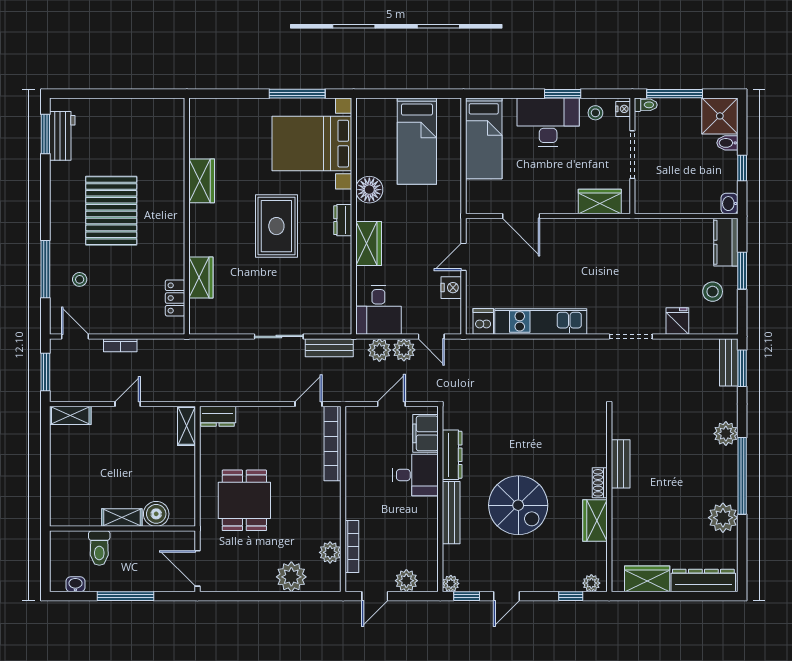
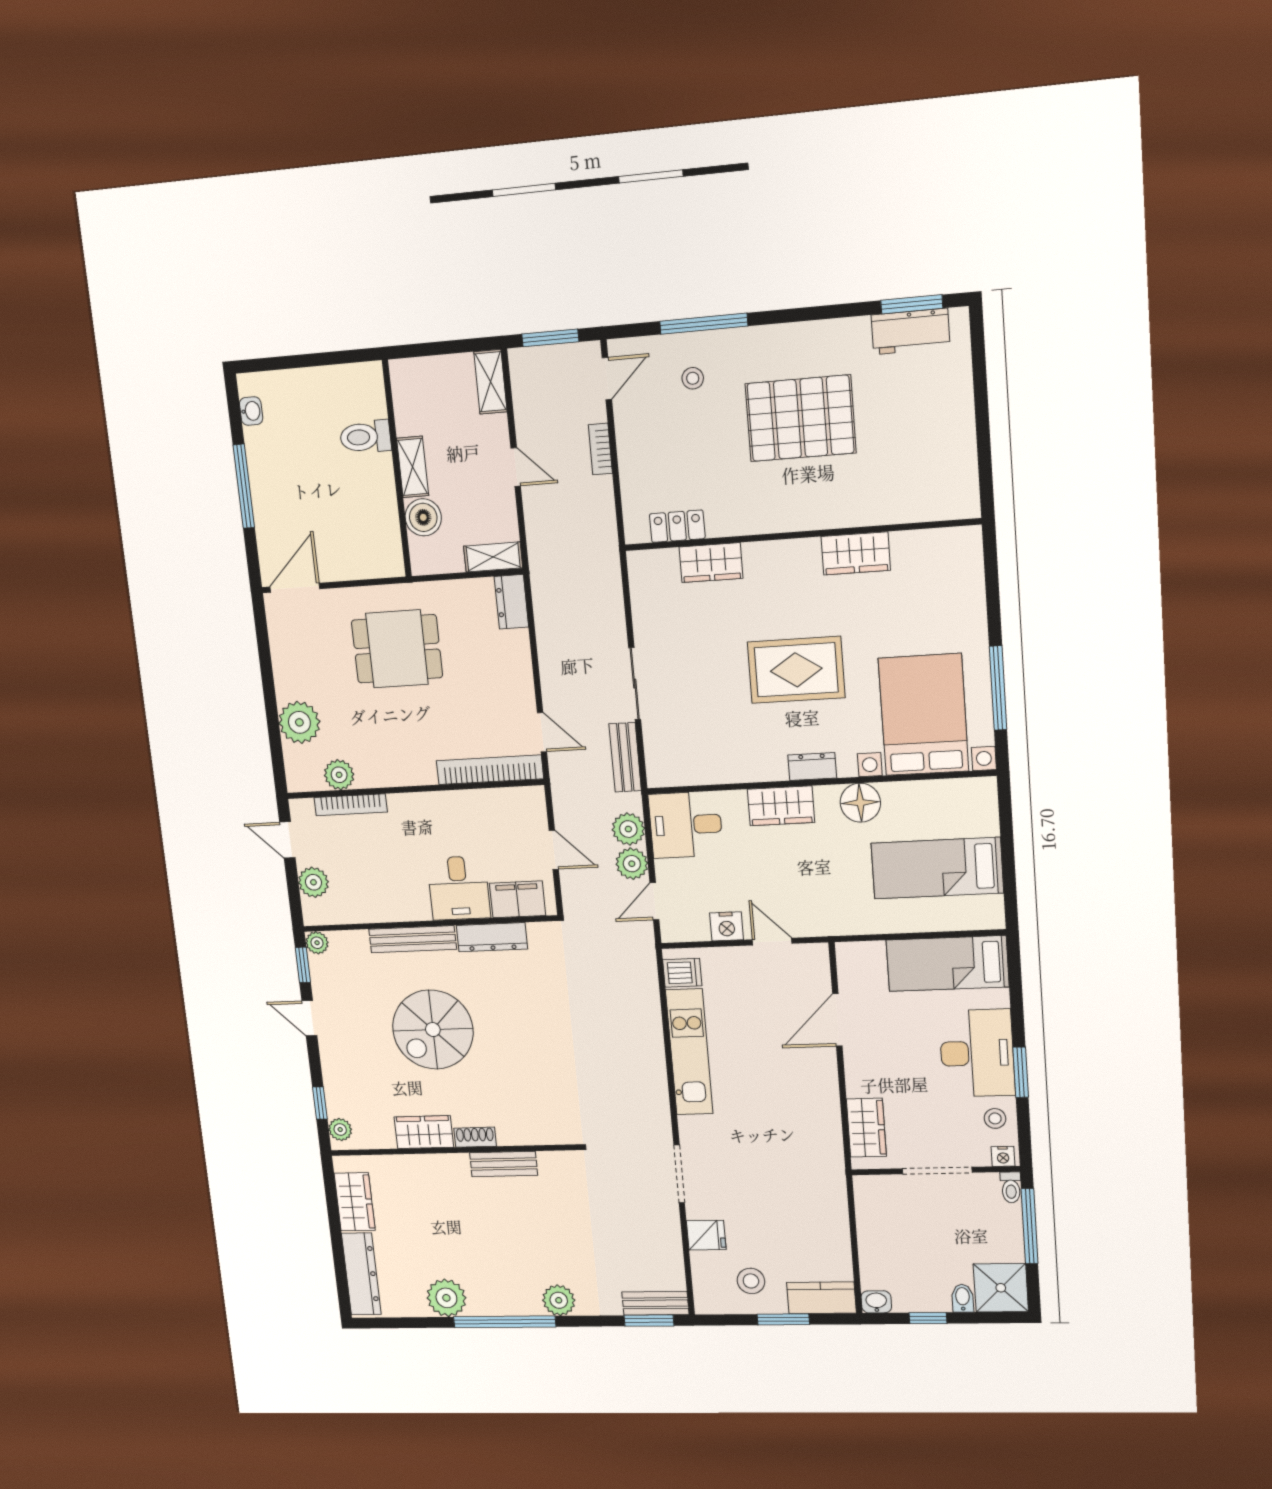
boiler: (156, 514) -> (423, 517), moved
shelving: (122, 517) -> (413, 467), moved
wall: (122, 529) -> (397, 469), moved
toilet: (99, 548) -> (365, 437), moved

